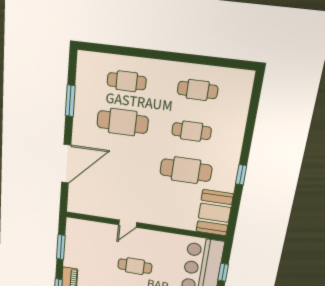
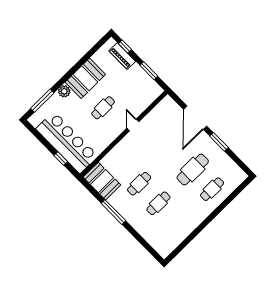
cafe table: (198, 90) -> (178, 223), removed
window: (70, 101) -> (219, 142), moved
cafe table: (186, 170) -> (139, 184), width x0.73, depth x0.74
window: (241, 175) -> (113, 212), width x2.17

